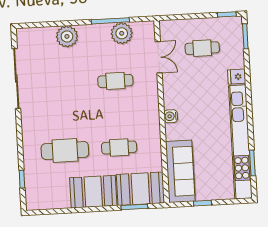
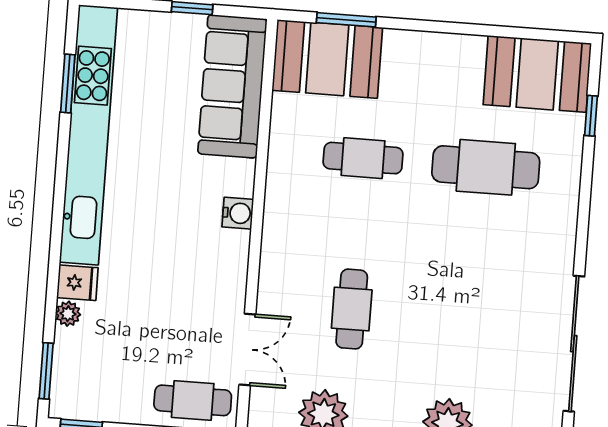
cafe table: (202, 48) -> (193, 400), moved
double door: (159, 57) -> (247, 350), swing flipped
plant: (239, 63) -> (68, 314), added
cafe table: (115, 81) -> (352, 309), turned 90
booth: (93, 192) -> (537, 74), moved

